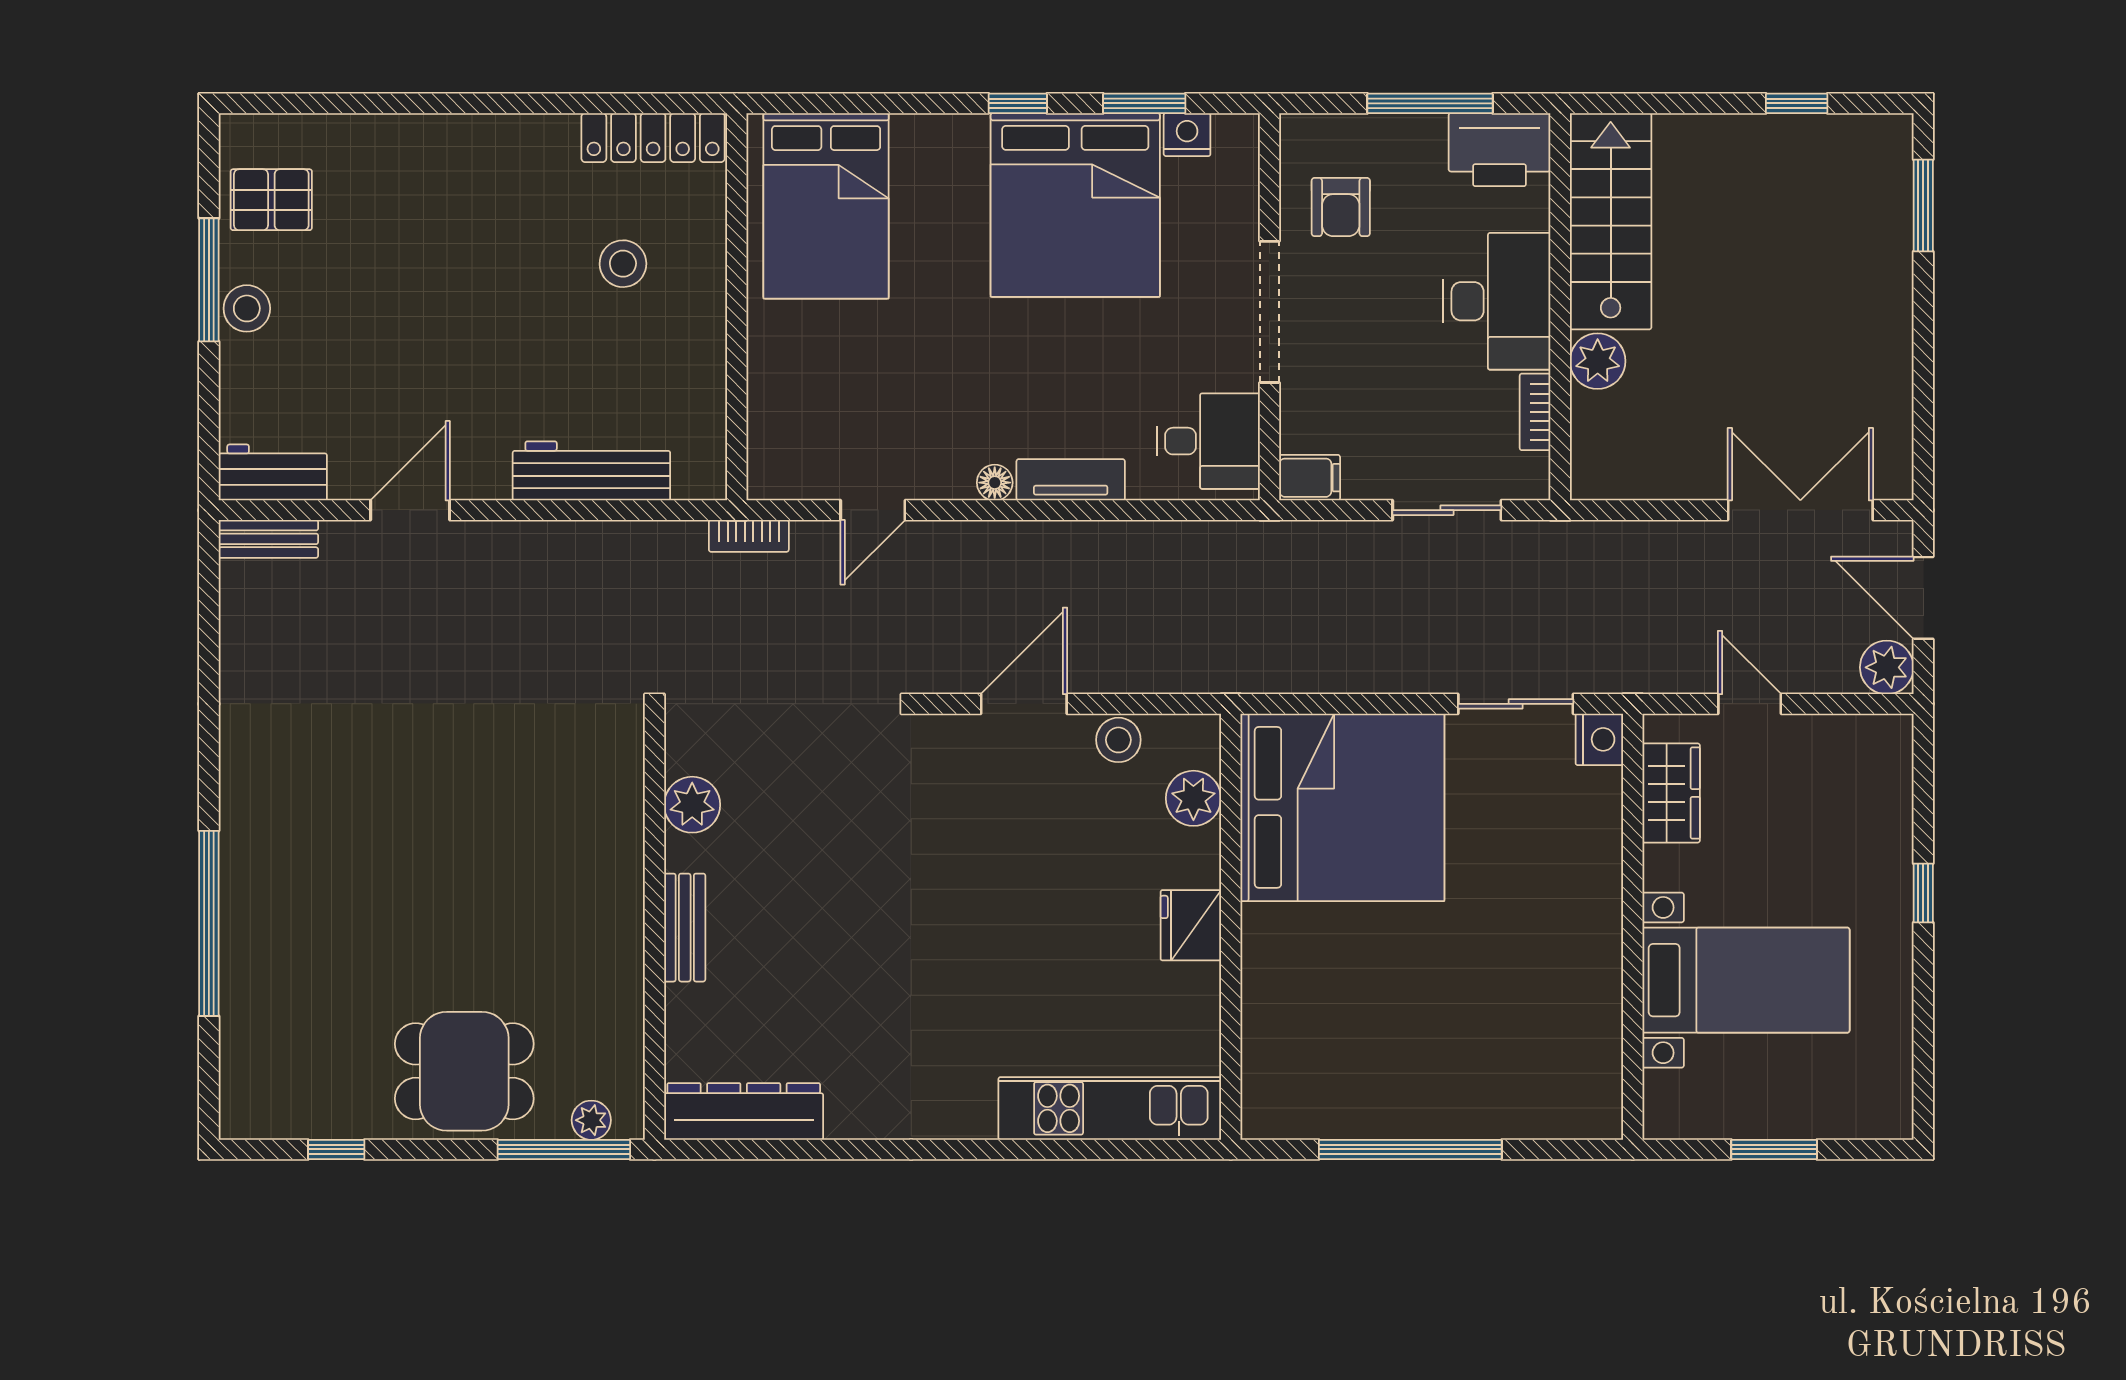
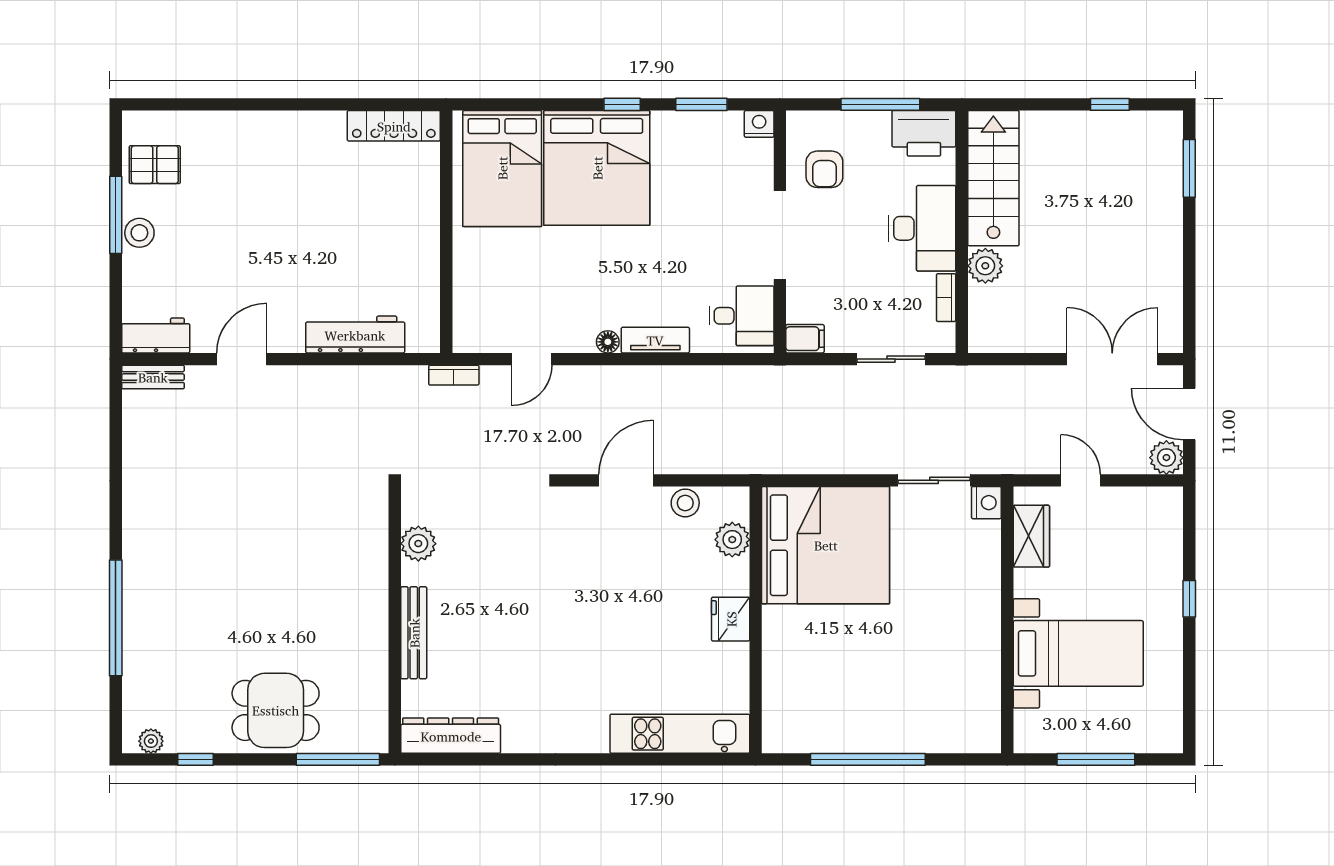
nightstand: (1187, 135) -> (759, 124), moved
bed: (1075, 205) -> (597, 168), moved
stool: (623, 264) -> (375, 205), removed
bench: (685, 928) -> (414, 633), width x1.36
plant: (591, 1120) -> (151, 741), moved
window: (1774, 1149) -> (1096, 759), width x1.44

